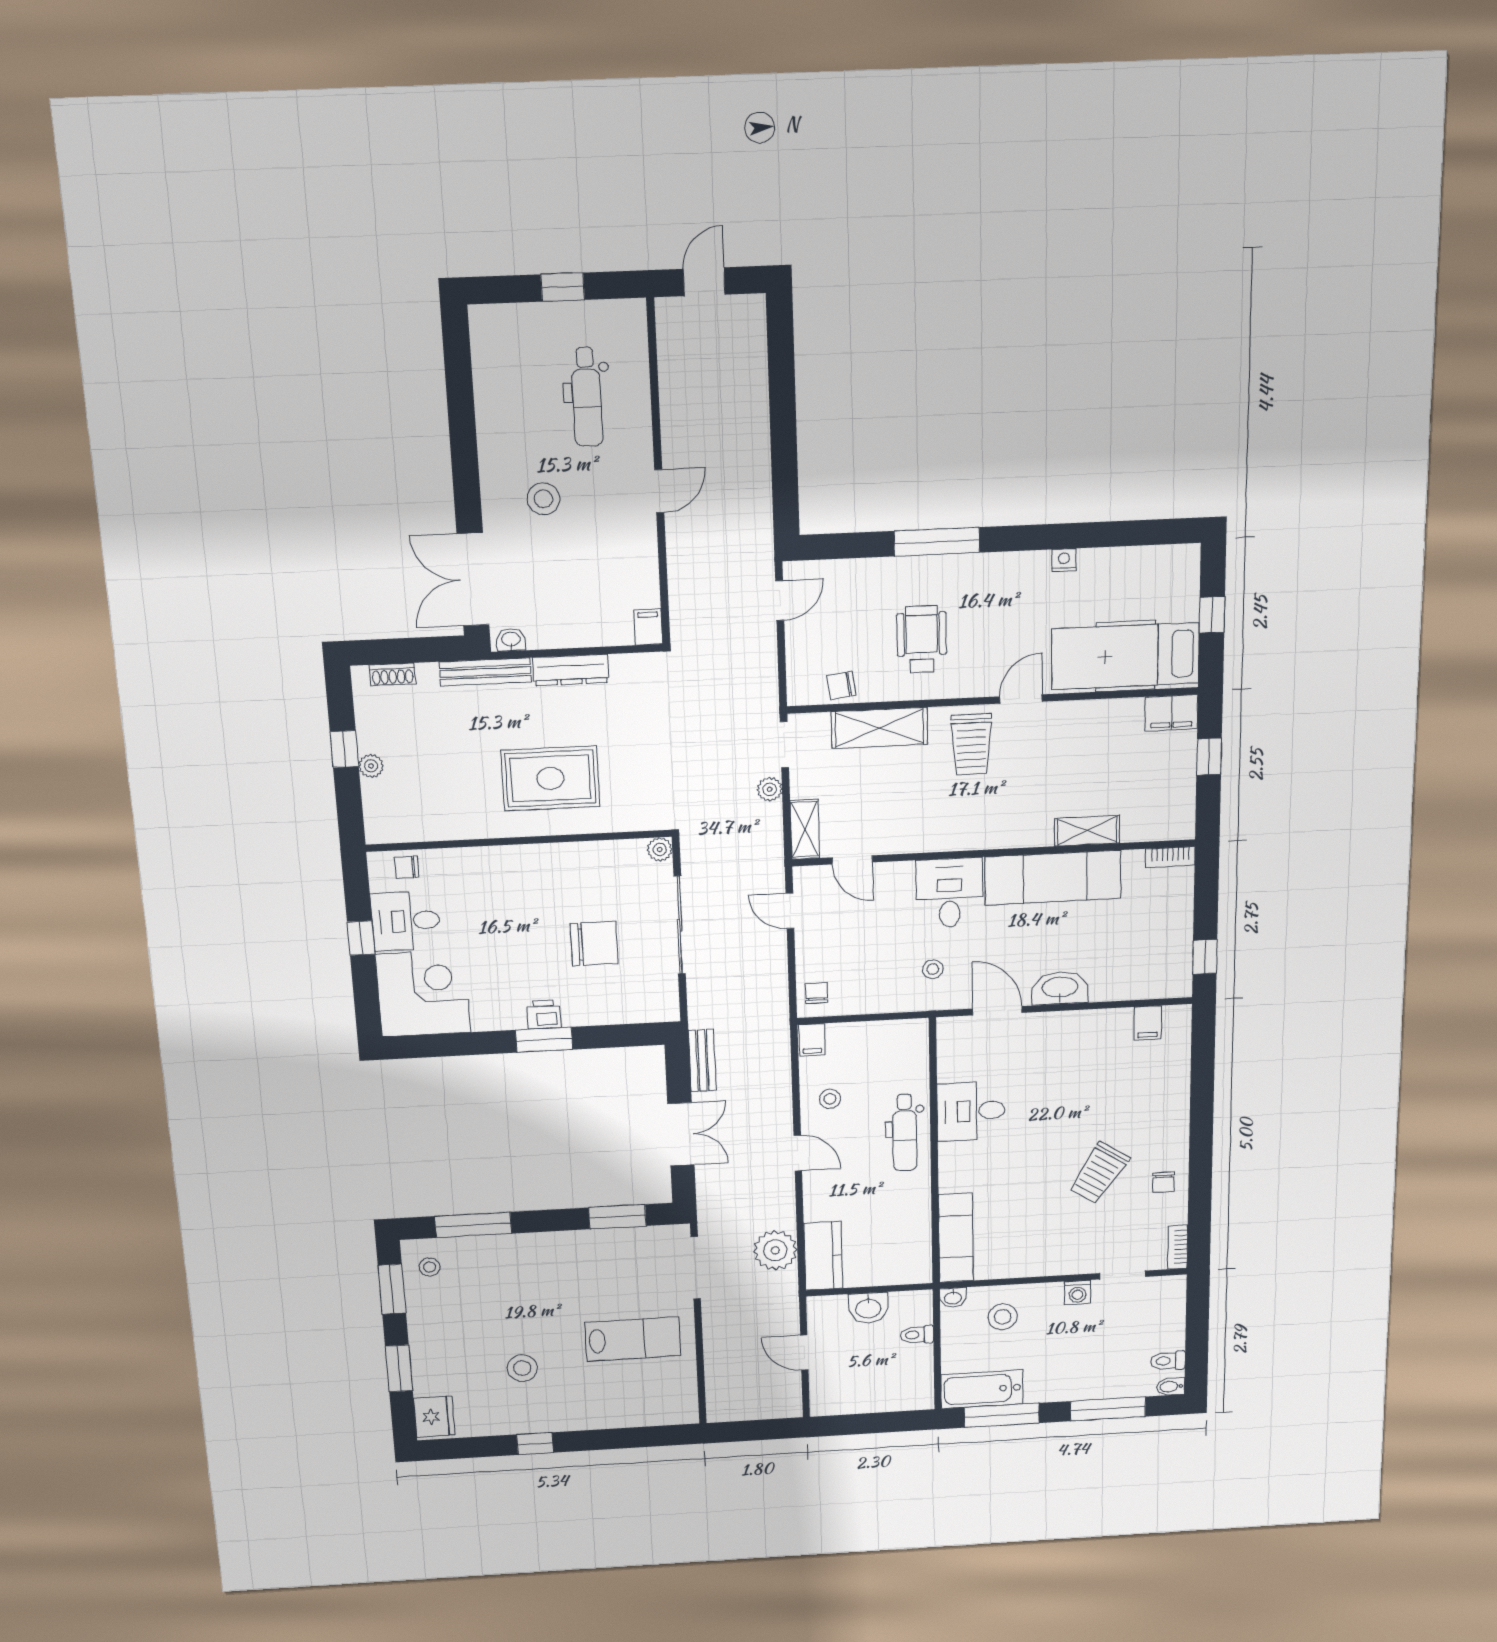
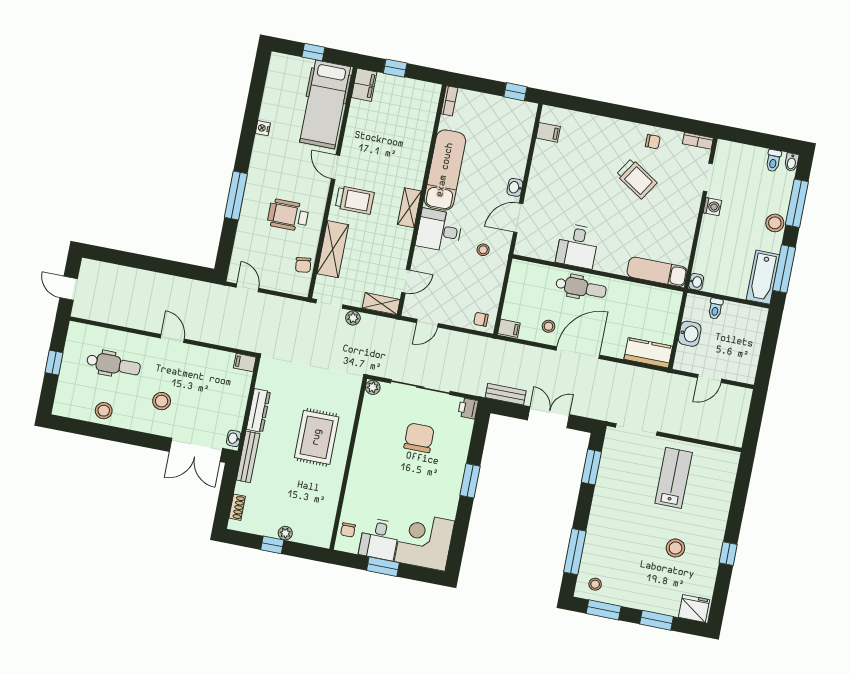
stool: (499, 399) -> (104, 411), added
shelving: (1087, 831) -> (409, 208), moved
window: (361, 938) -> (383, 567), width x1.50
washbasin: (1060, 988) -> (515, 187), width x0.52, depth x0.69
printer: (544, 1015) -> (468, 408), moved
door: (798, 1153) -> (578, 353), width x1.88
plant: (775, 1250) -> (637, 380), removed
stool: (1003, 1317) -> (775, 223), moved

